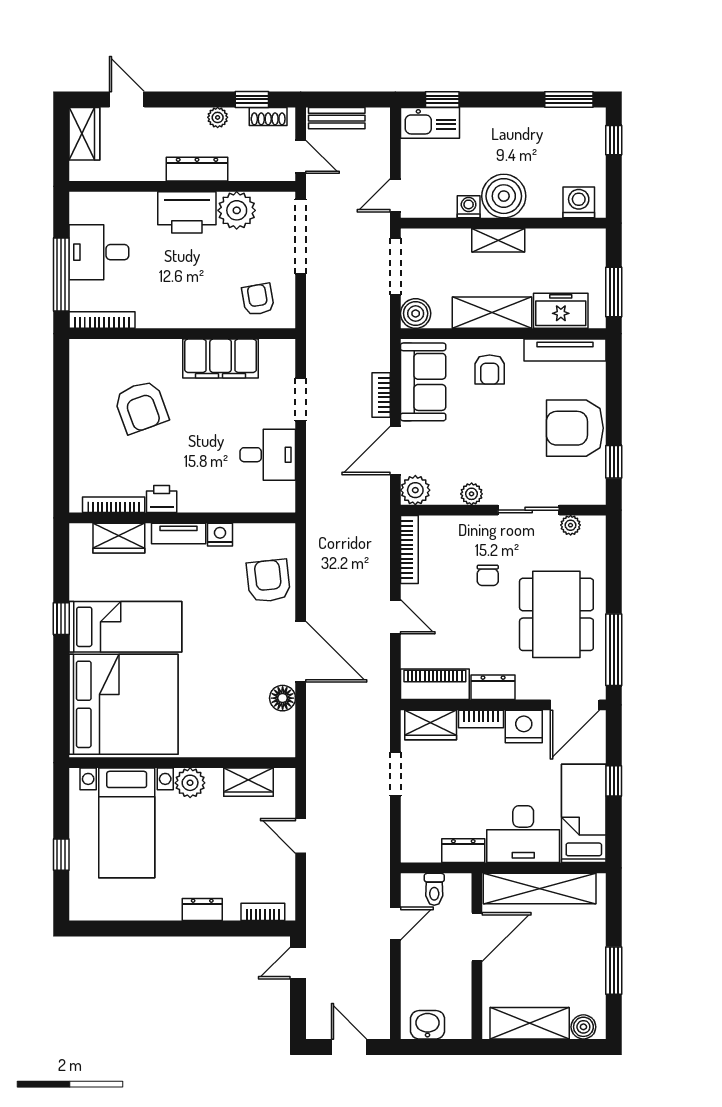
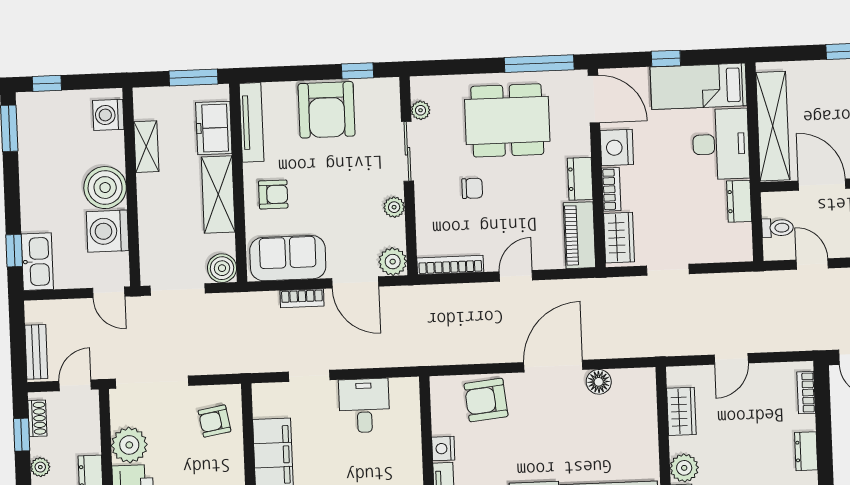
washing machine: (469, 207) -> (108, 231), width x1.89, depth x1.89
shelving: (498, 240) -> (146, 147), moved

